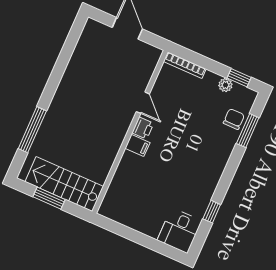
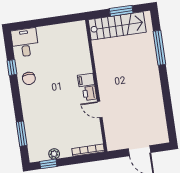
chair: (234, 119) -> (29, 78), moved

